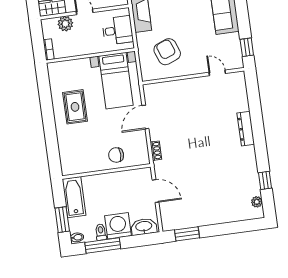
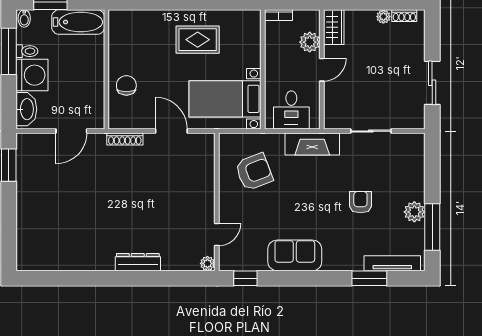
shoe rack: (156, 151) -> (125, 139), width x1.43
window: (265, 180) -> (66, 278), removed
plant: (257, 202) -> (207, 263), moved

